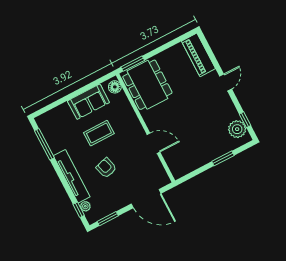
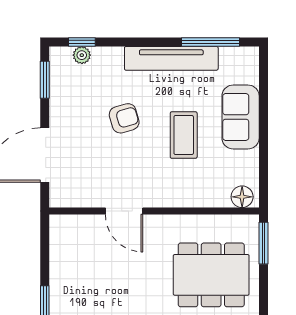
dining table: (147, 85) -> (211, 275), moved
sofa: (88, 102) -> (241, 117), moved
door: (153, 143) -> (124, 211), hinge flipped
tv unit: (72, 176) -> (171, 58), moved

